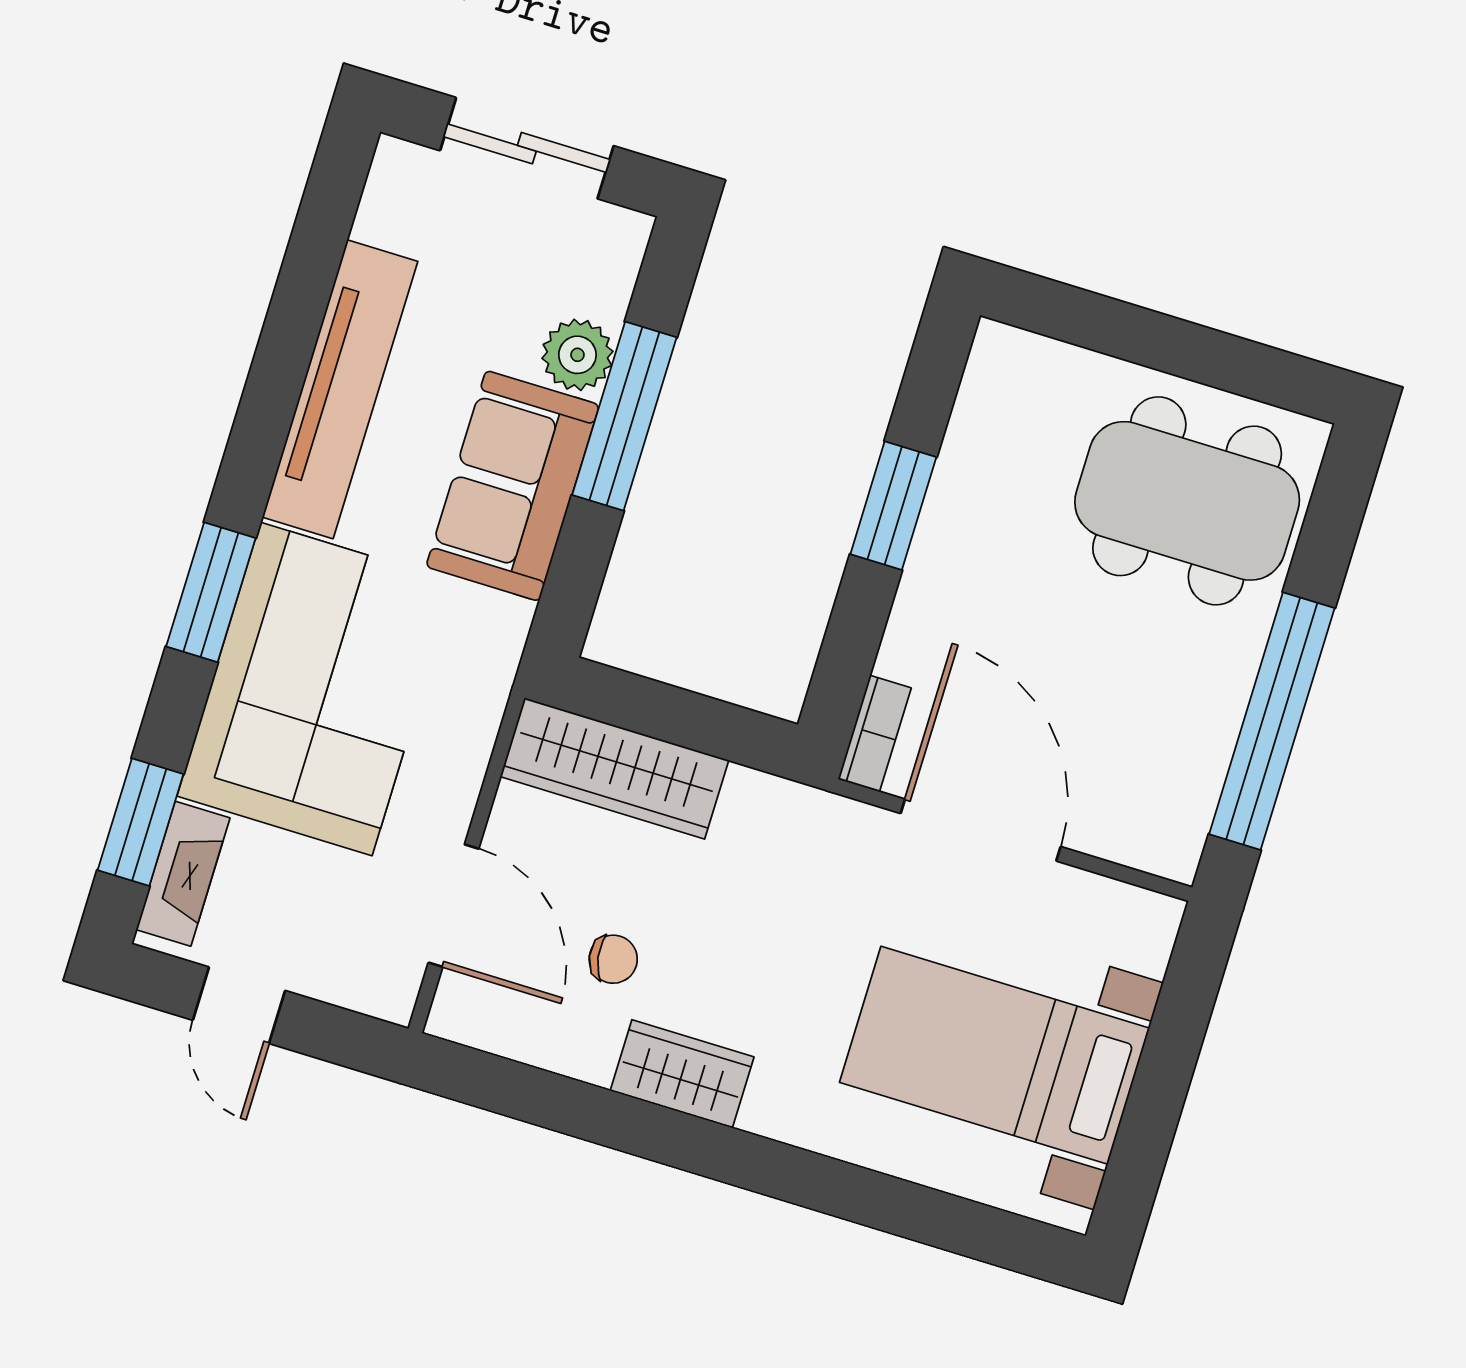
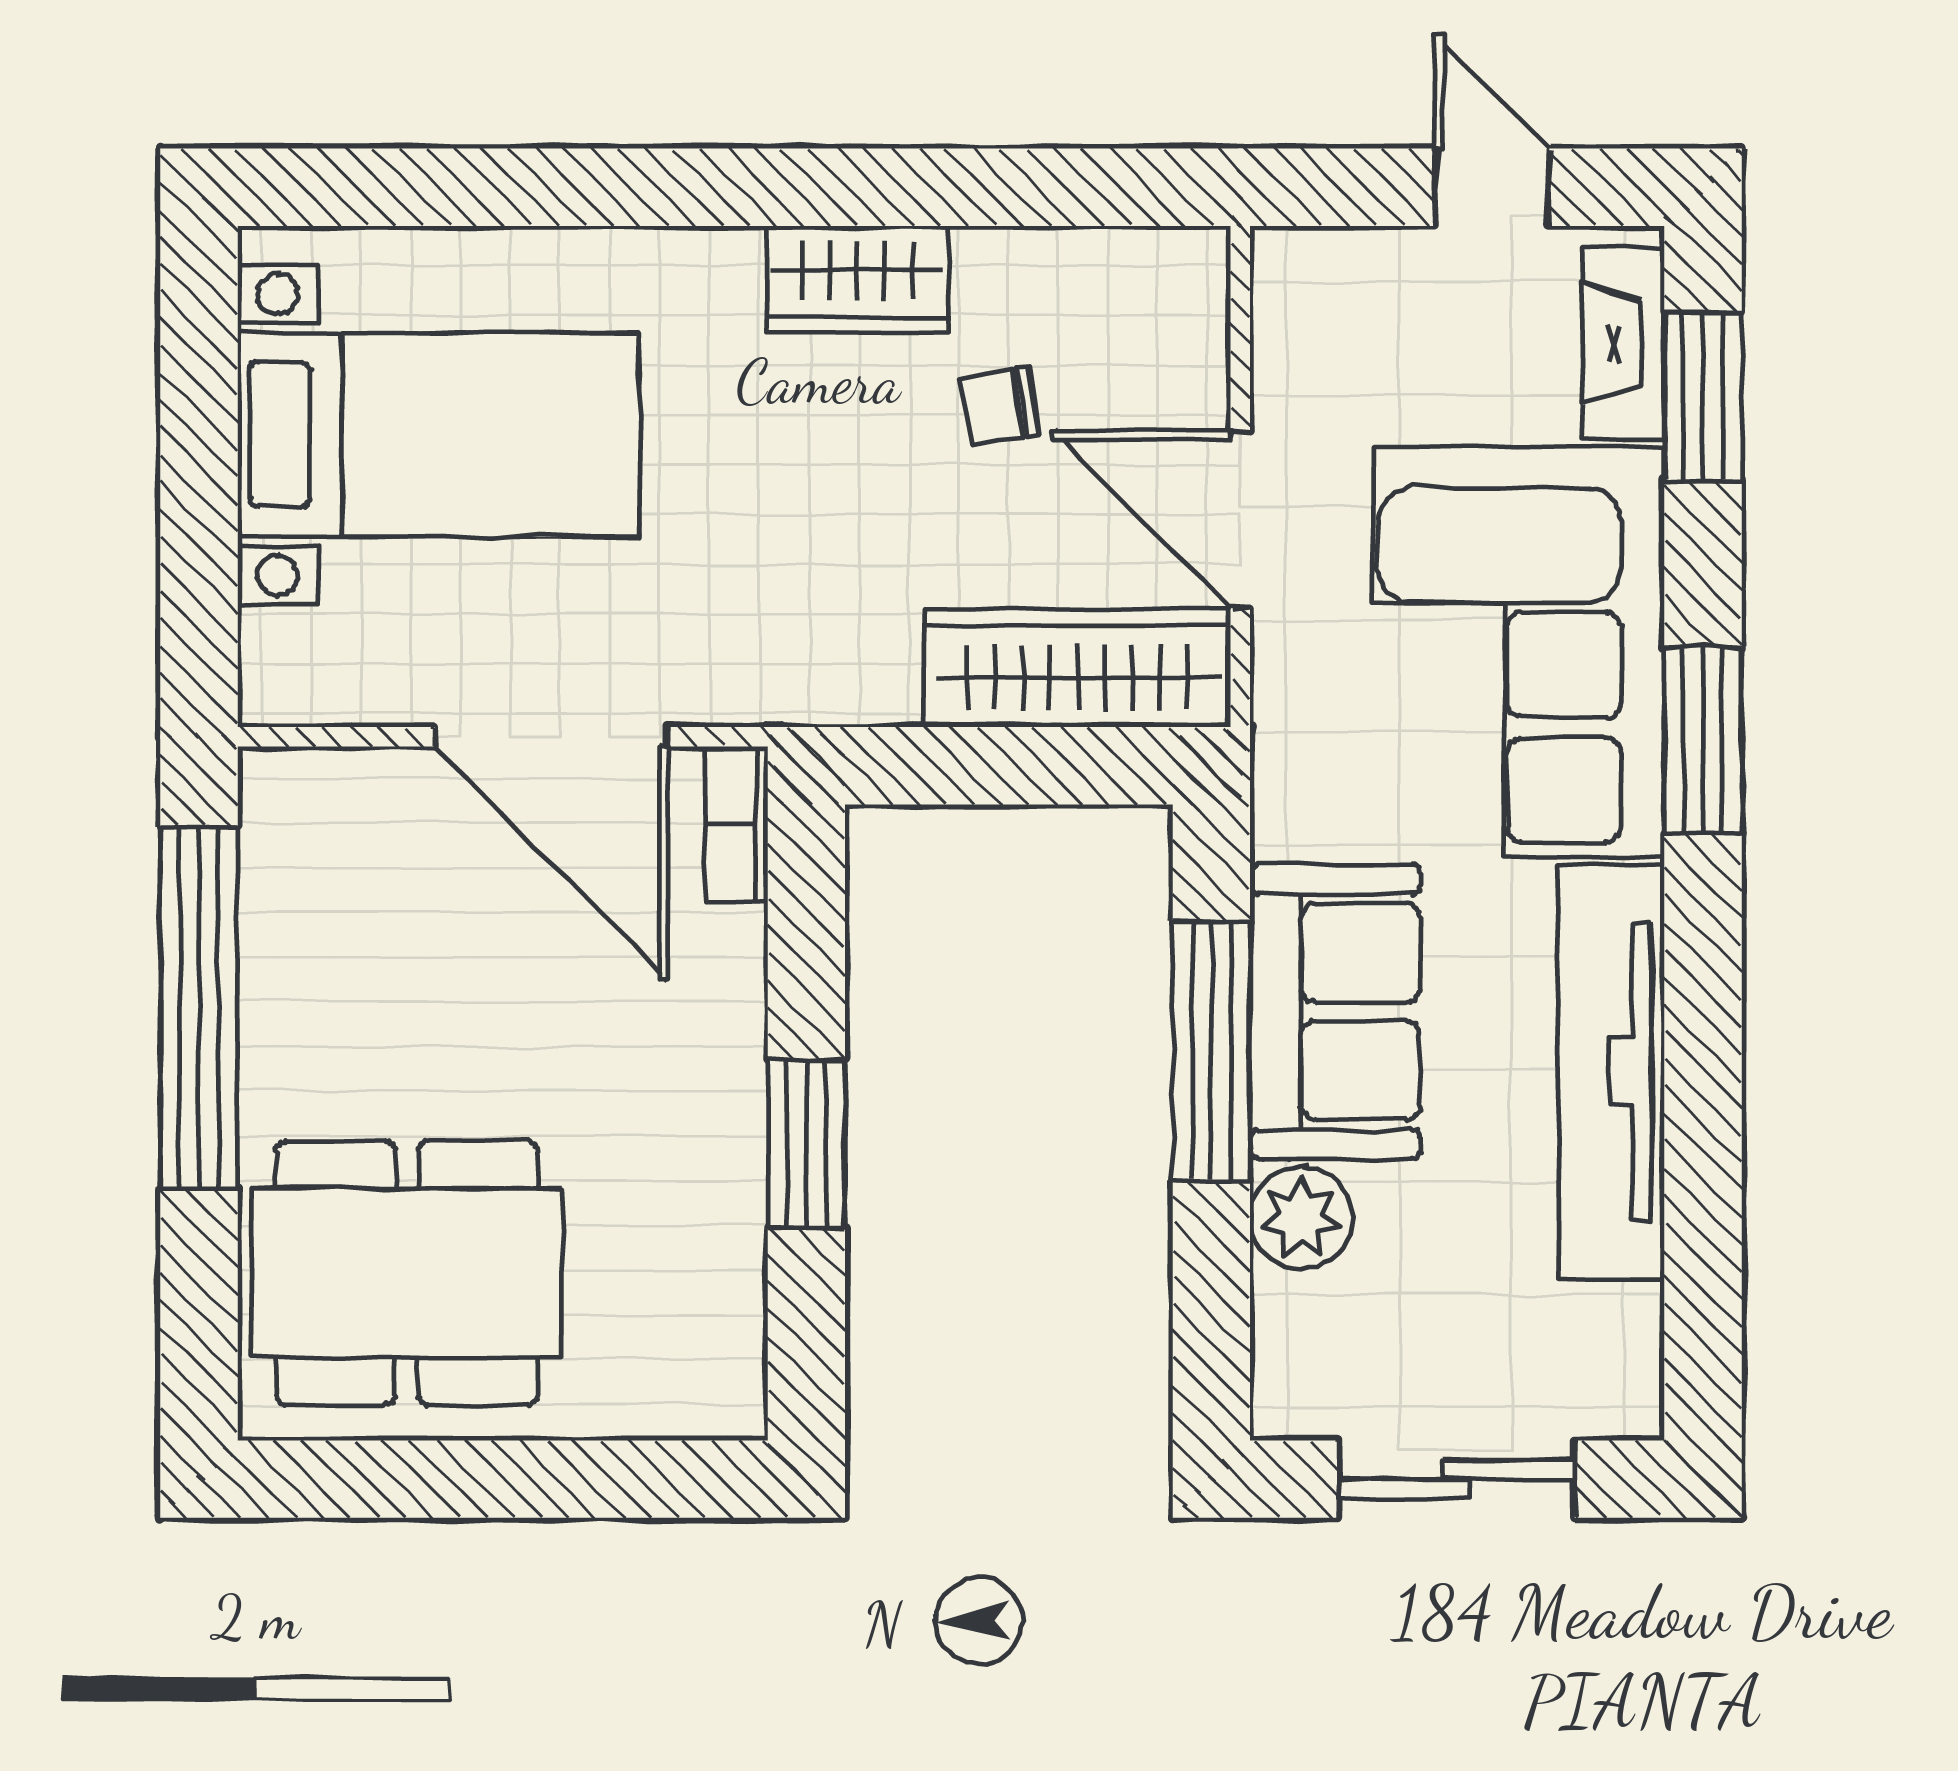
window: (624, 416) -> (1211, 1051), moved
door: (454, 906) -> (1240, 519), moved

